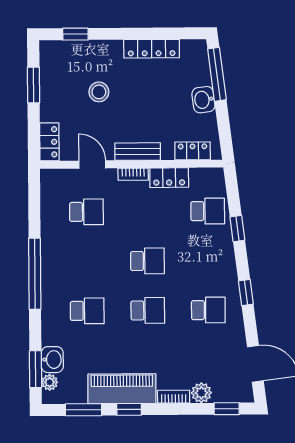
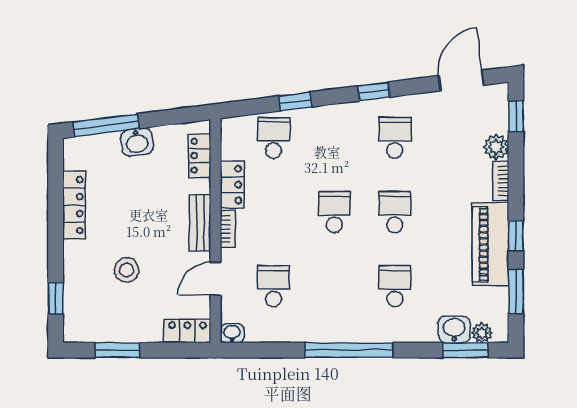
washbasin: (48, 178) -> (232, 333), added

